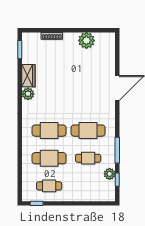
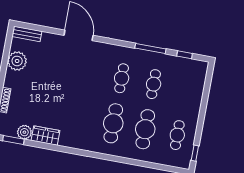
bench: (111, 44) -> (27, 34), added
plant: (28, 94) -> (24, 132), moved
cafe table: (88, 131) -> (122, 78), width x0.73, depth x0.74
plant: (110, 174) -> (176, 63), removed

